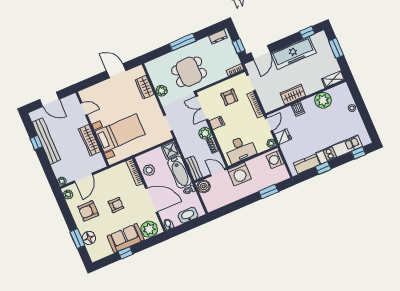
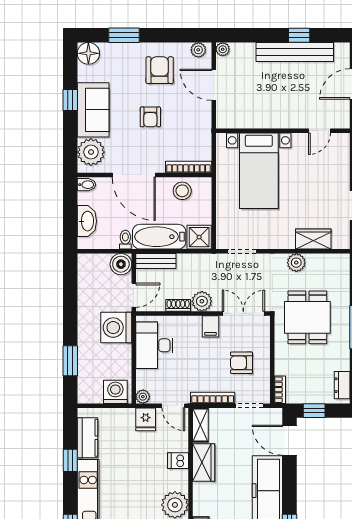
shelving: (273, 105) -> (200, 425), added
wardrobe: (89, 140) -> (268, 119), removed
door: (152, 200) -> (134, 175), hinge flipped
floor lamp: (89, 238) -> (88, 53), moved

